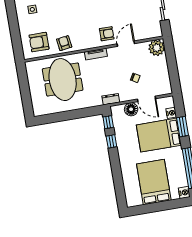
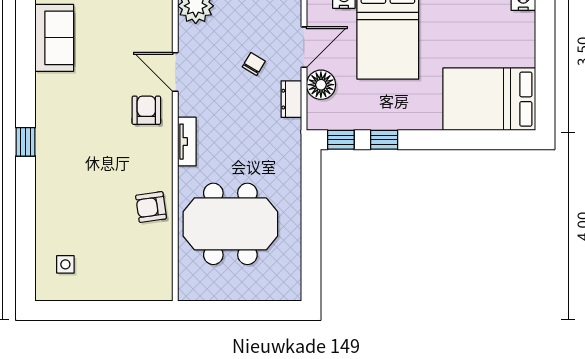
armchair: (39, 42) -> (140, 262), removed
dresser: (111, 99) -> (291, 99), moved
bed: (154, 182) -> (489, 99), moved

